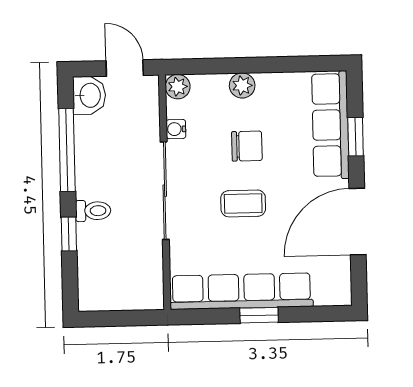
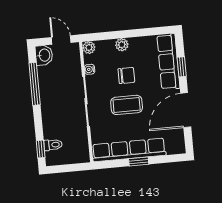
coffee table: (243, 203) -> (127, 105), width x1.36, depth x1.30
toilet: (93, 211) -> (53, 145), moved
window: (69, 234) -> (41, 149), moved

